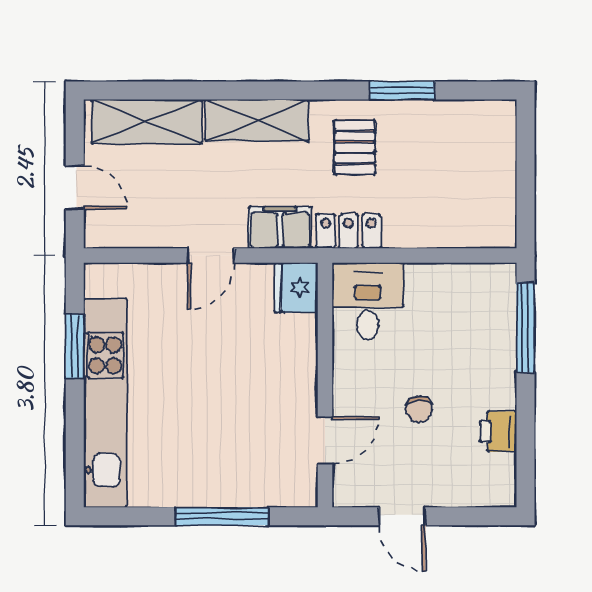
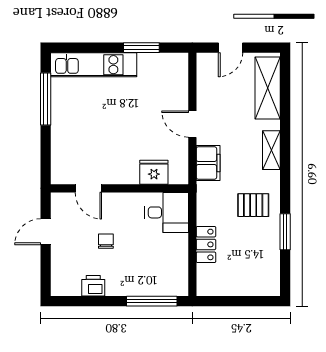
shelving: (257, 120) -> (271, 150), width x0.67, depth x0.75
locker: (349, 231) -> (206, 244), moved
fridge: (296, 288) -> (154, 172), moved
kitchen unit: (105, 403) -> (94, 65), width x0.73
chair: (419, 409) -> (106, 241), turned 90
window: (222, 516) -> (46, 99), moved

